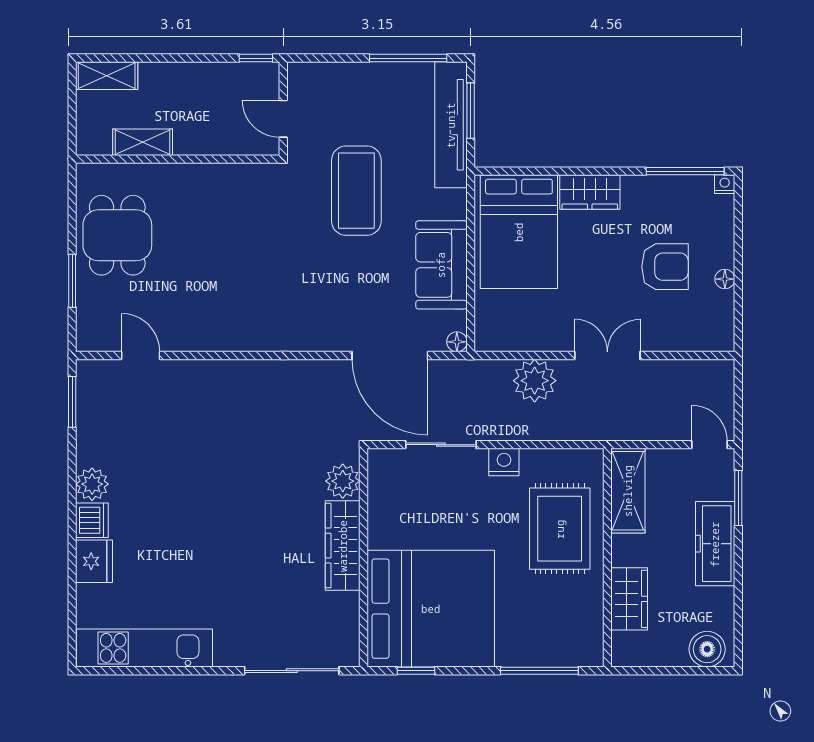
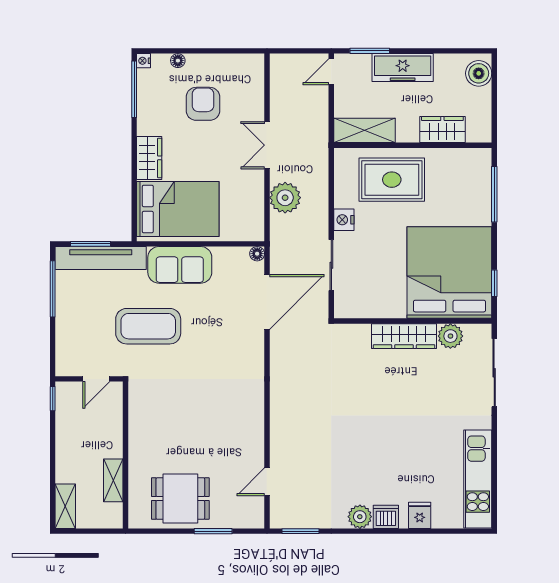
sofa: (441, 265) -> (180, 265), moved
floor lamp: (725, 279) -> (178, 61), moved
plant: (343, 481) -> (450, 336), moved
fridge: (94, 561) -> (420, 515), width x0.72

